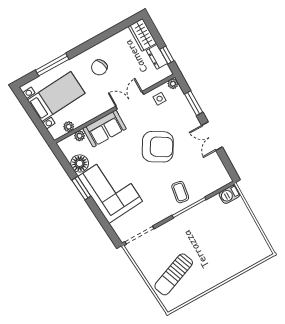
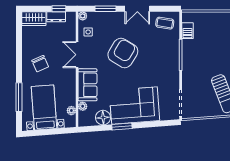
coffee table: (180, 192) -> (165, 23), moved
barbecue: (230, 194) -> (187, 31), moved

